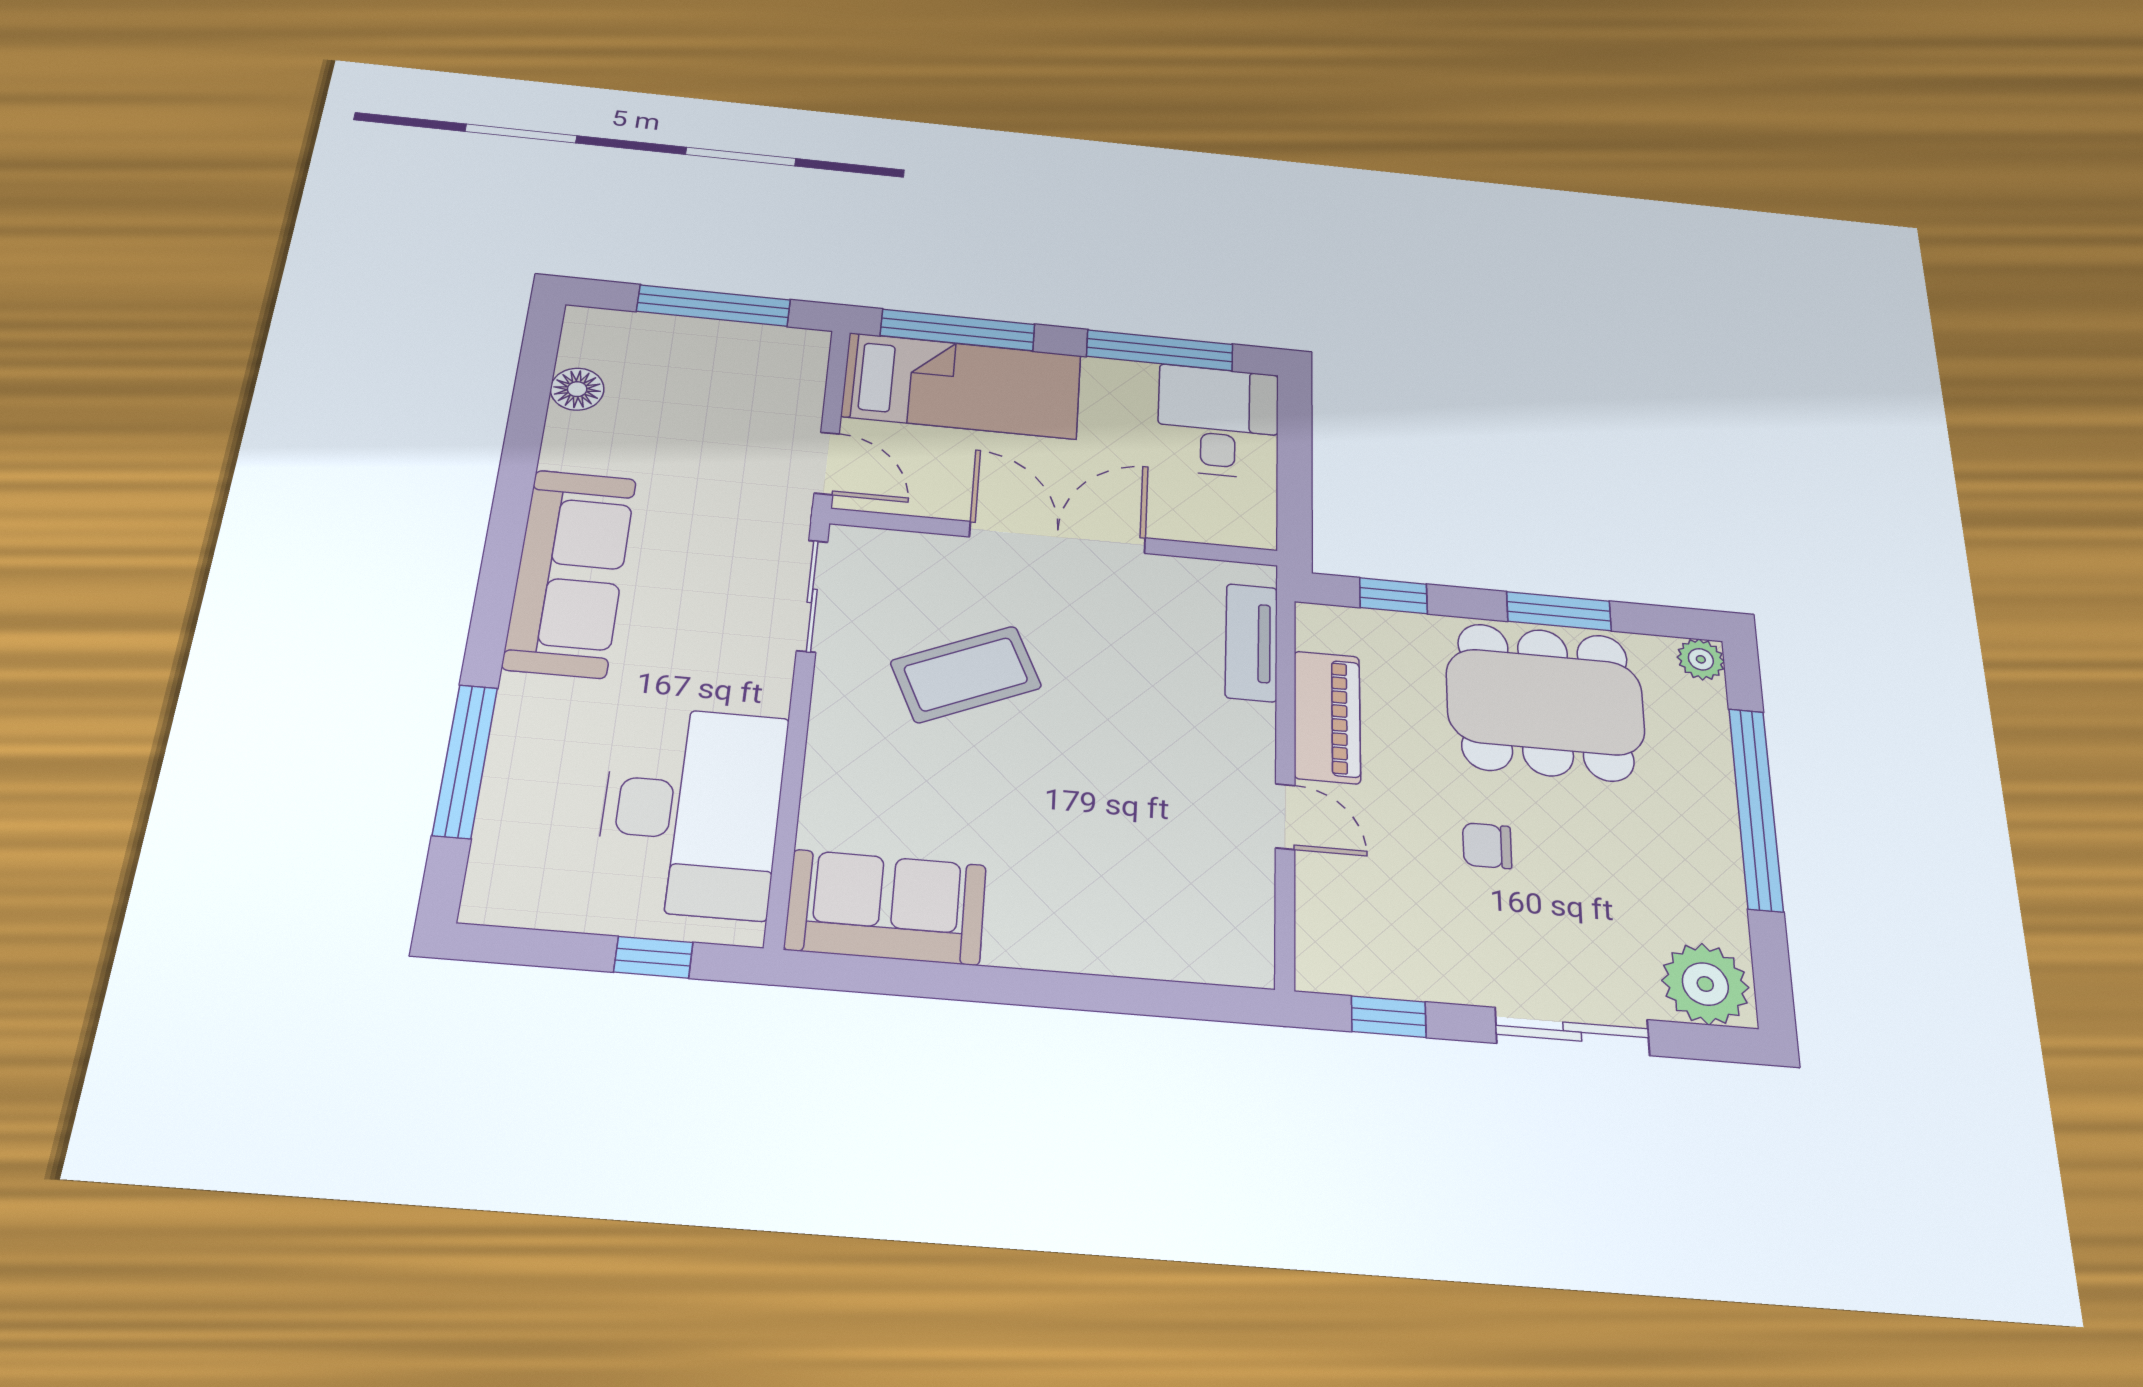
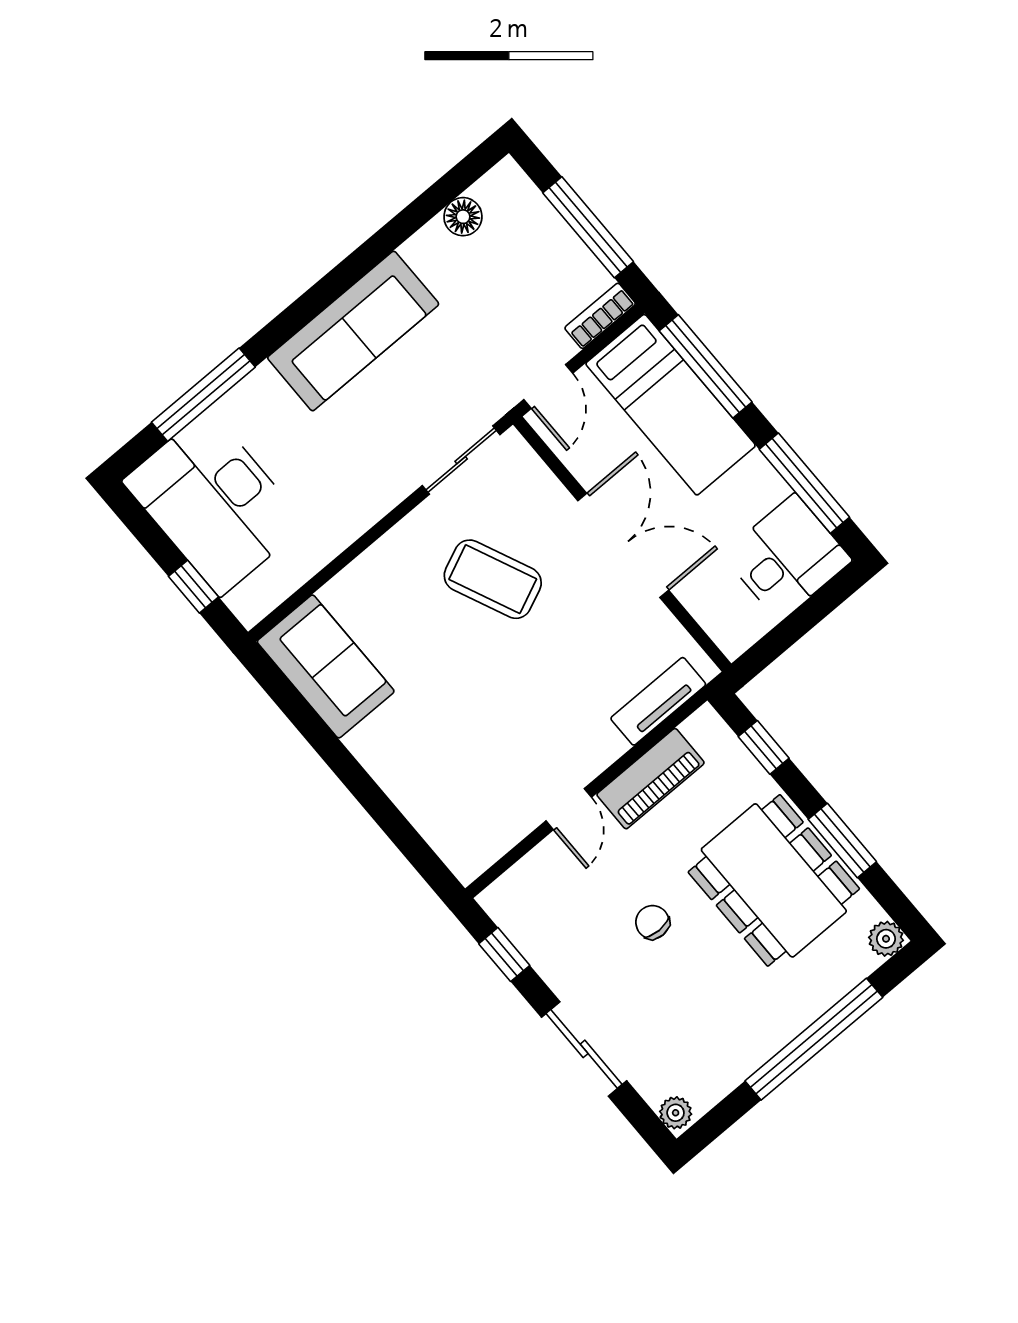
bookcase: (809, 367) -> (600, 316), added
desk: (692, 811) -> (214, 503), moved, turned 90
plant: (1705, 984) -> (676, 1113), width x0.53, depth x0.53

